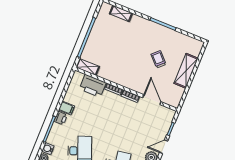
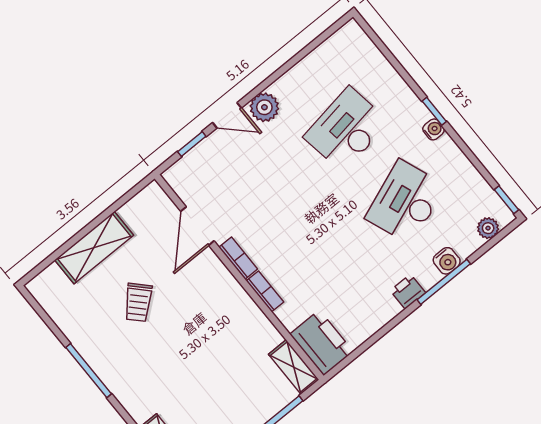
printer: (93, 86) -> (322, 343), moved
filing cabinet: (66, 108) -> (384, 306), removed
water cooler: (48, 149) -> (447, 261), moved

